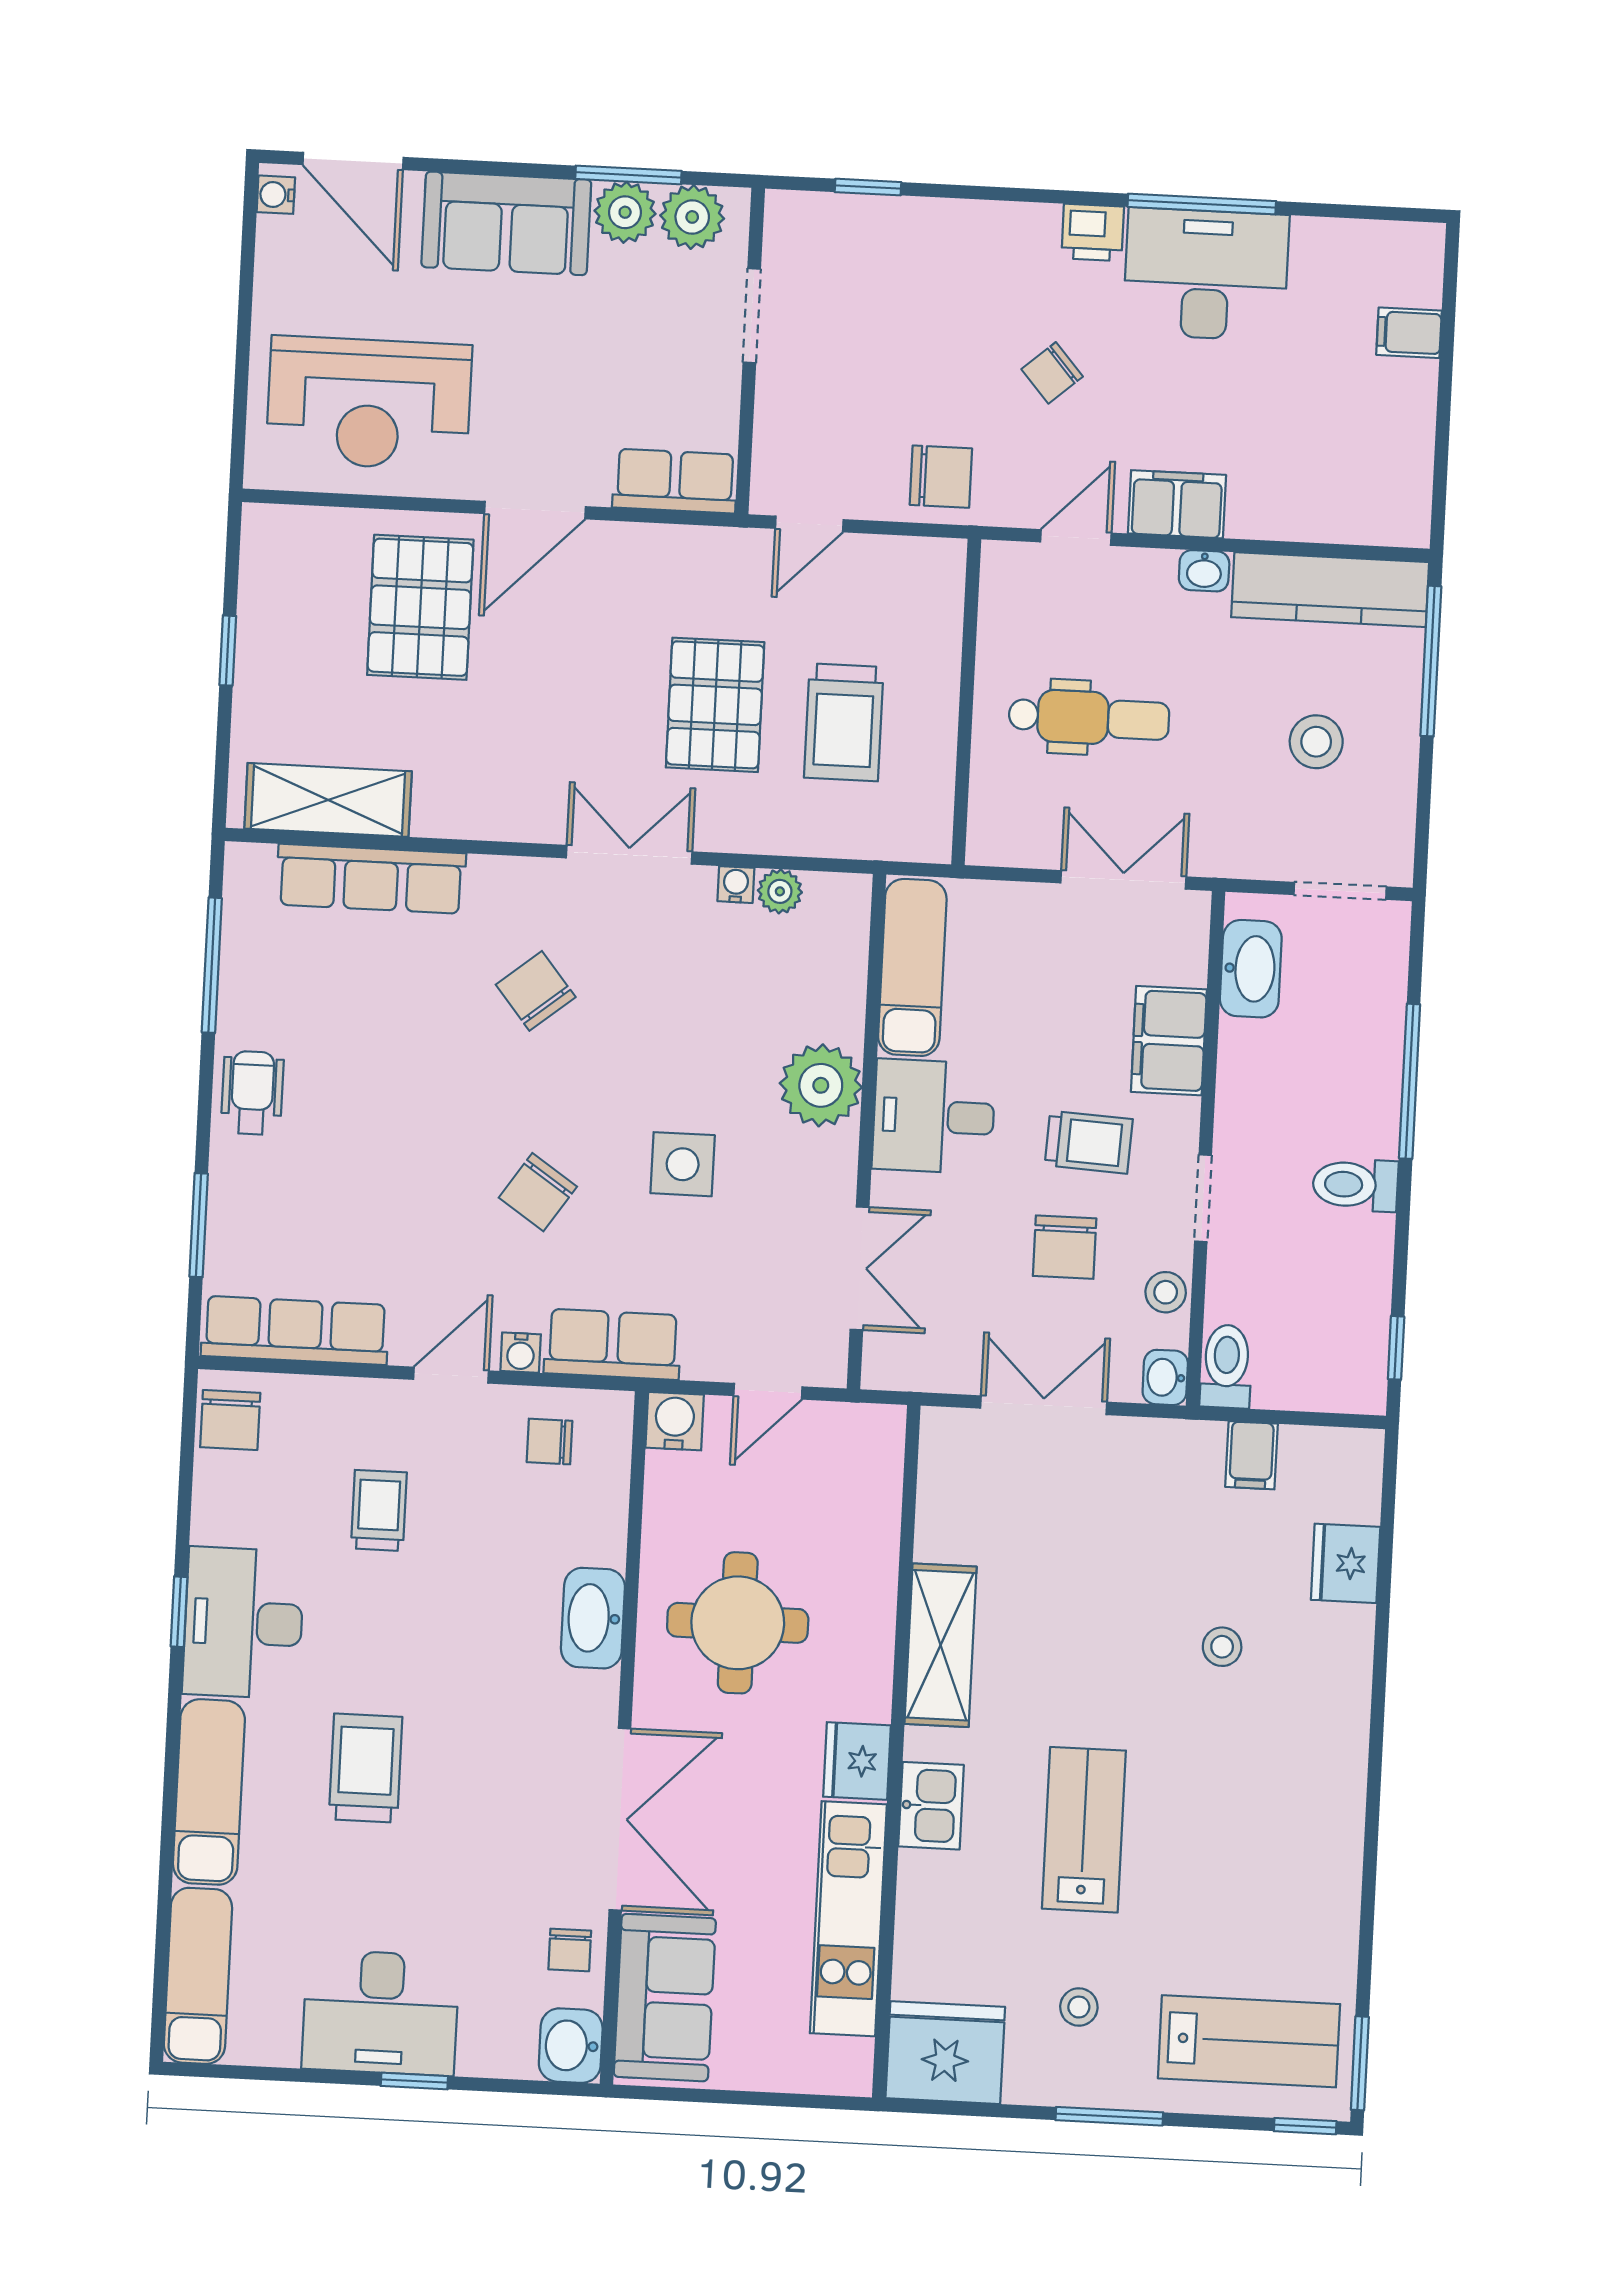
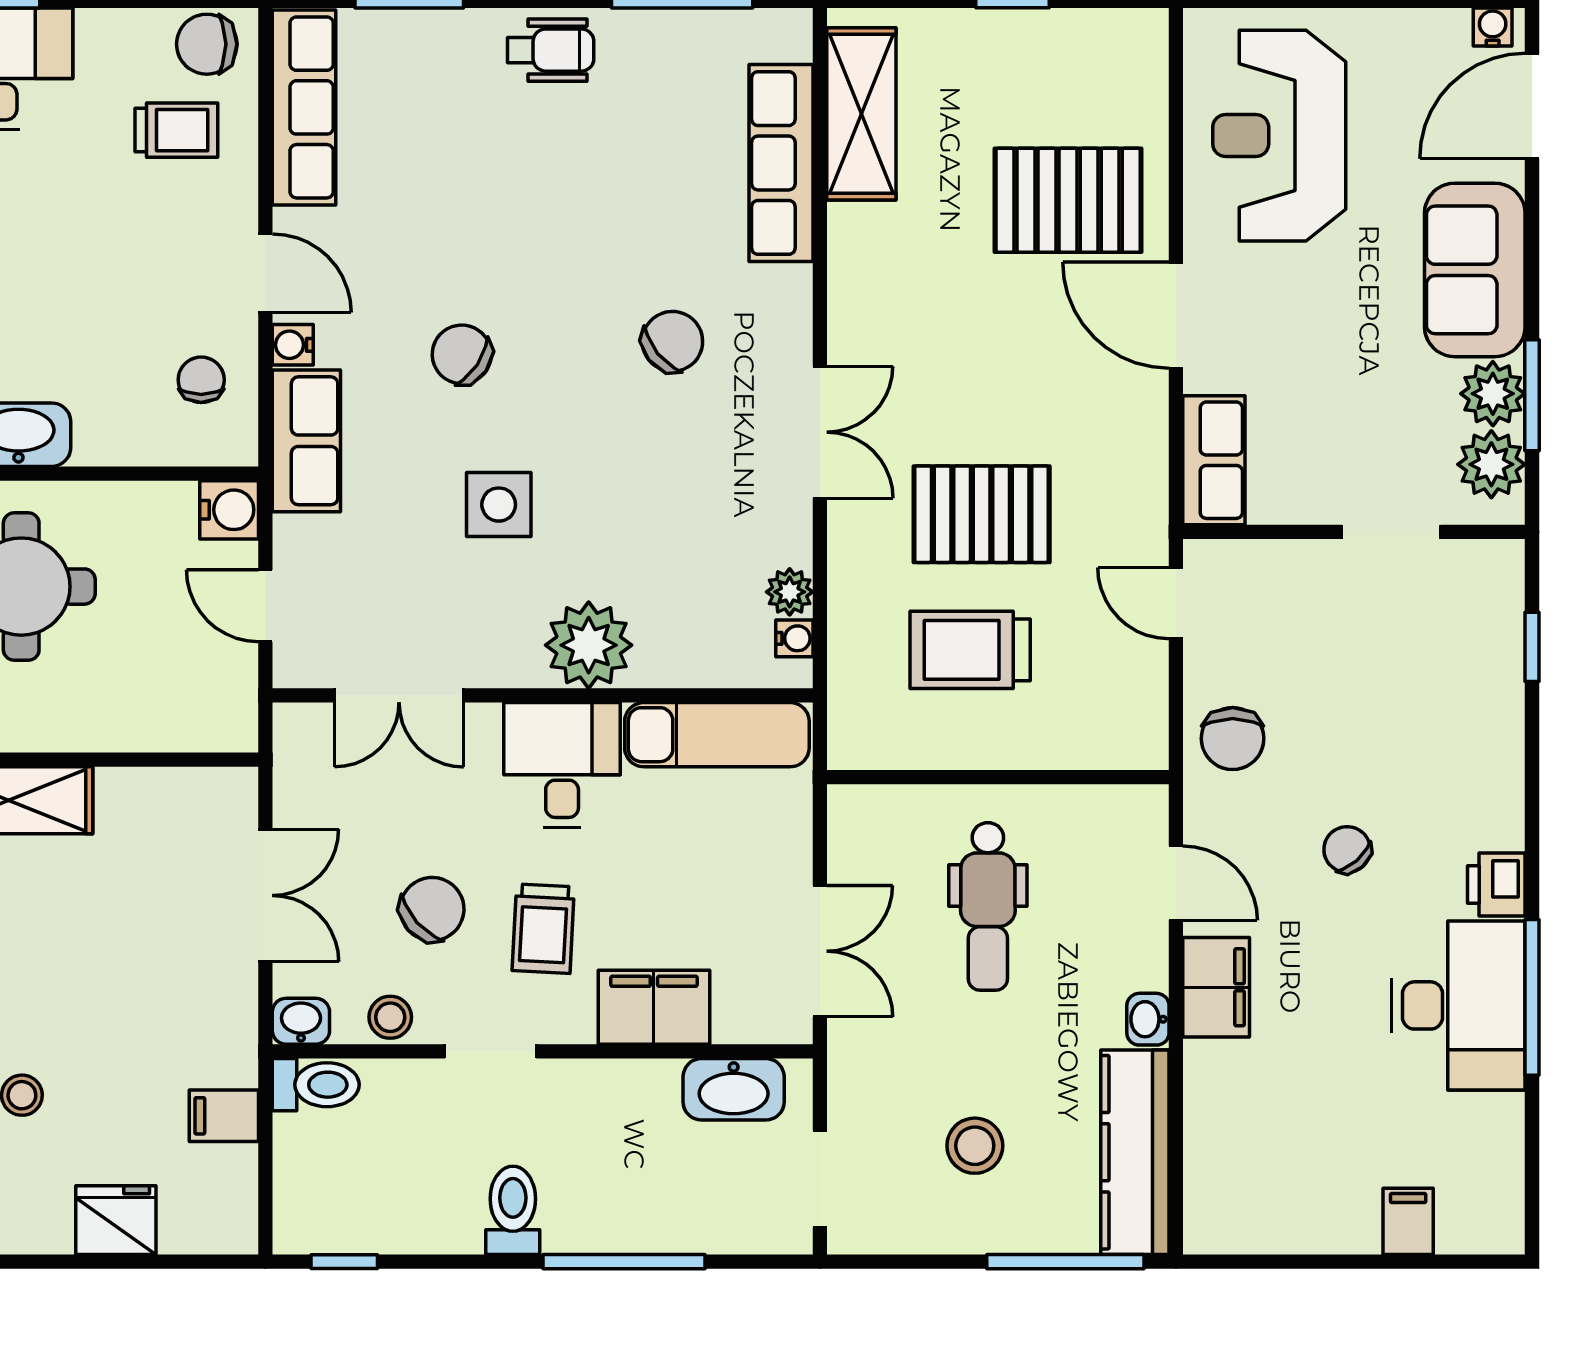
water cooler: (736, 885) -> (794, 638), moved
chair: (1065, 1247) -> (432, 909), turned 138
trolley: (379, 1510) -> (176, 130), moved

